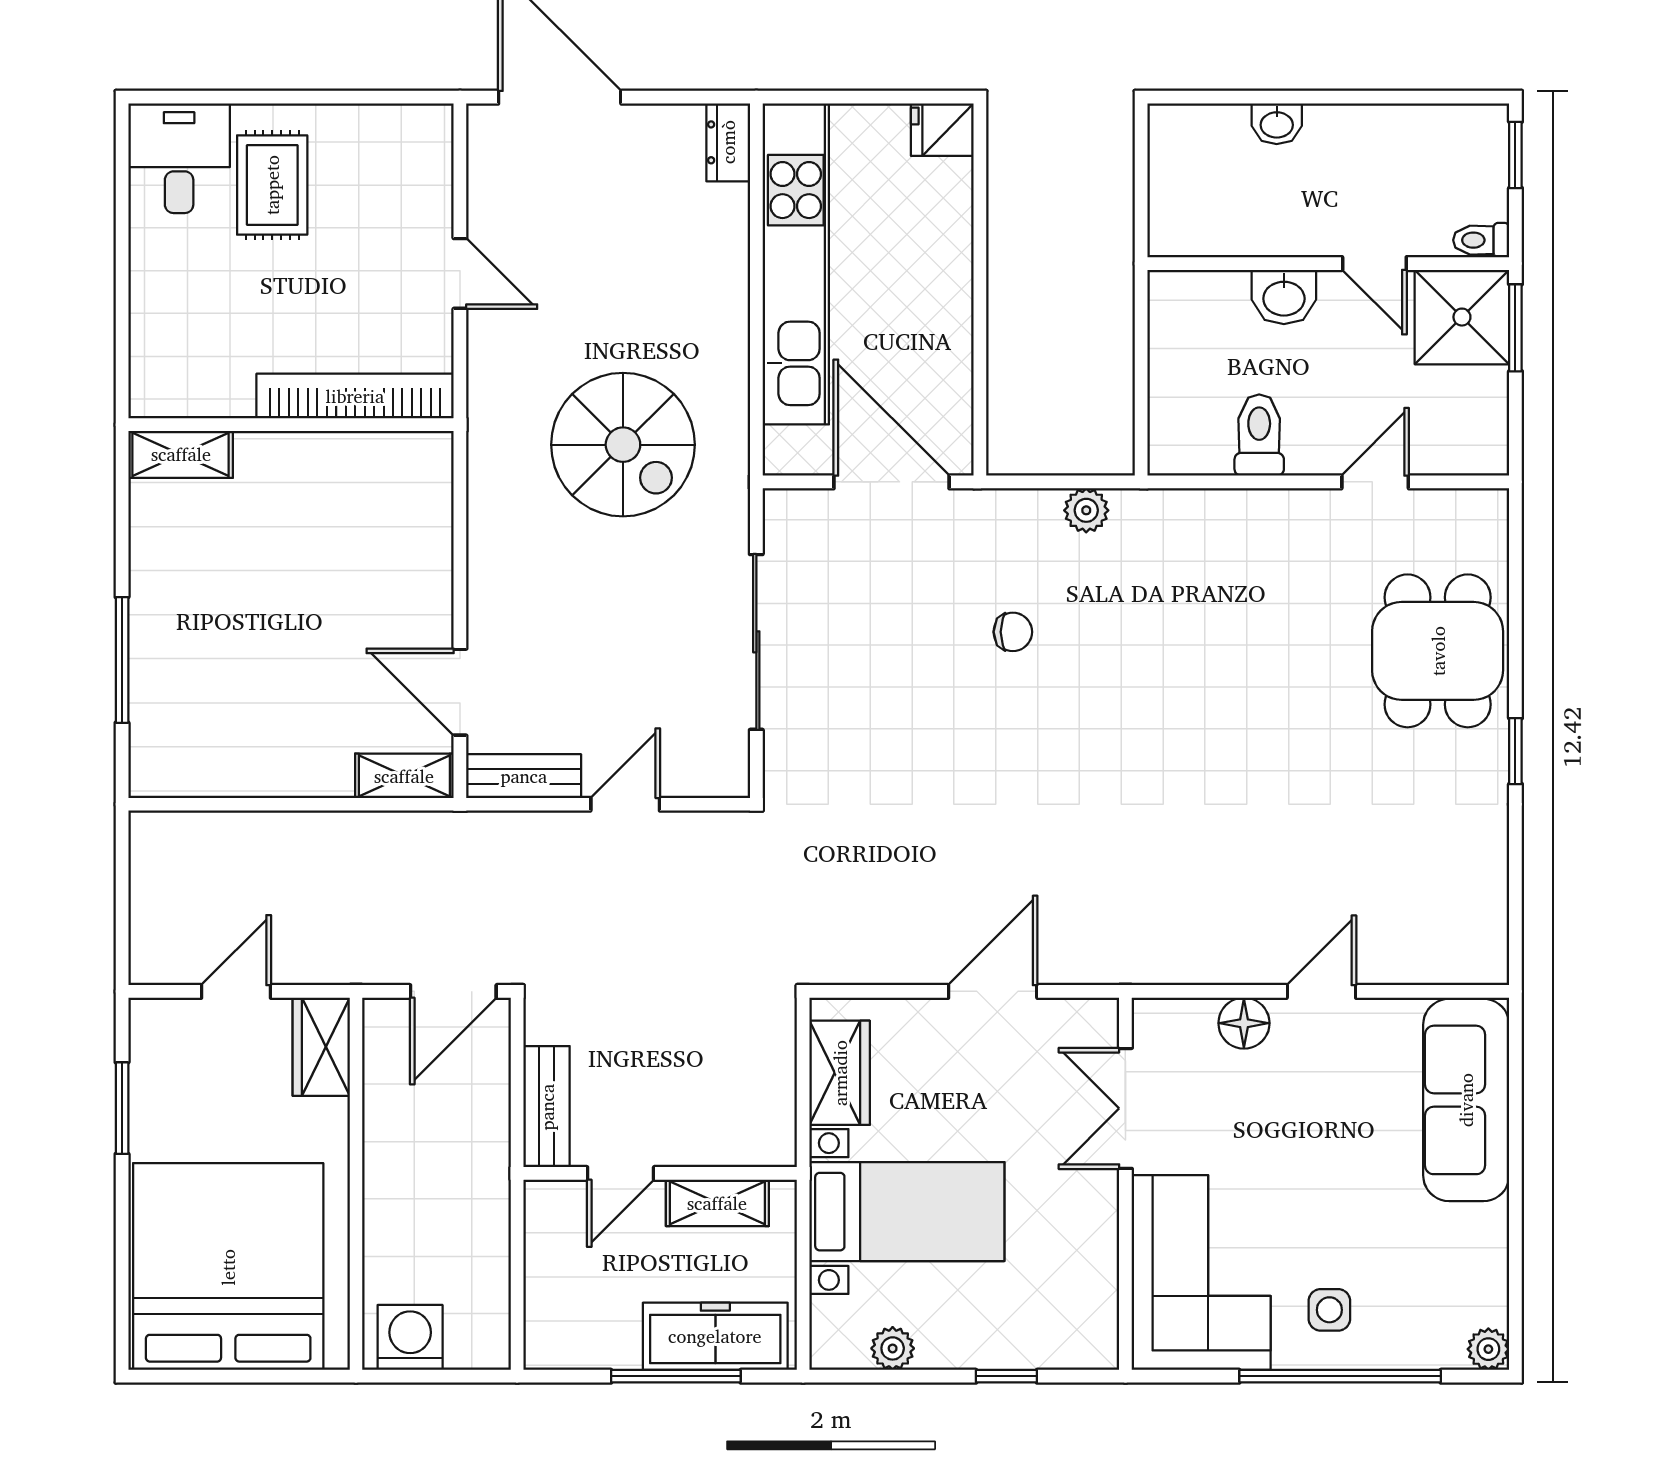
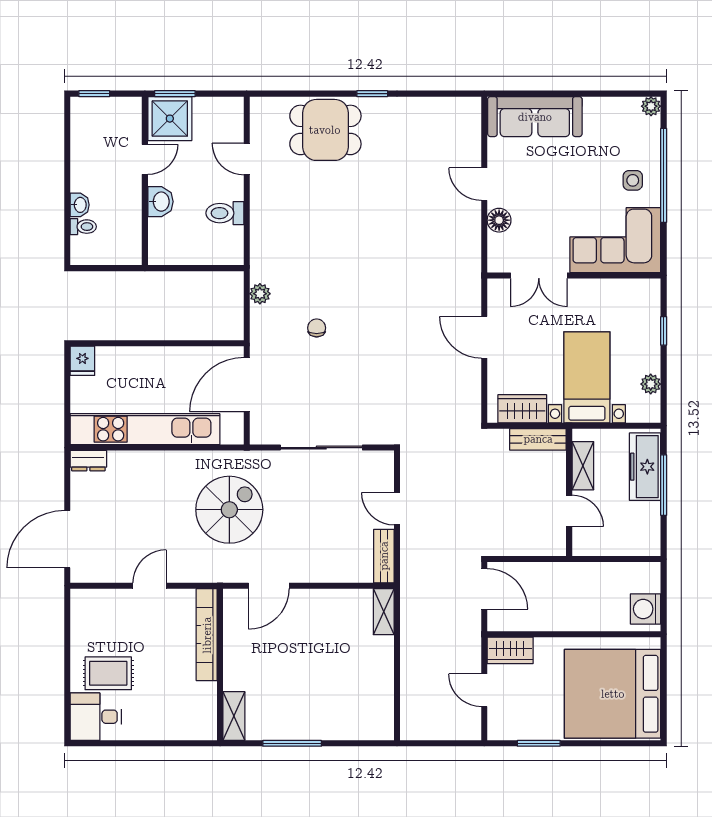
toilet: (1481, 240) -> (83, 227), moved, turned -90
window: (122, 660) -> (292, 743), moved
door: (460, 692) -> (269, 586), moved
bench: (547, 1107) -> (538, 439), moved

